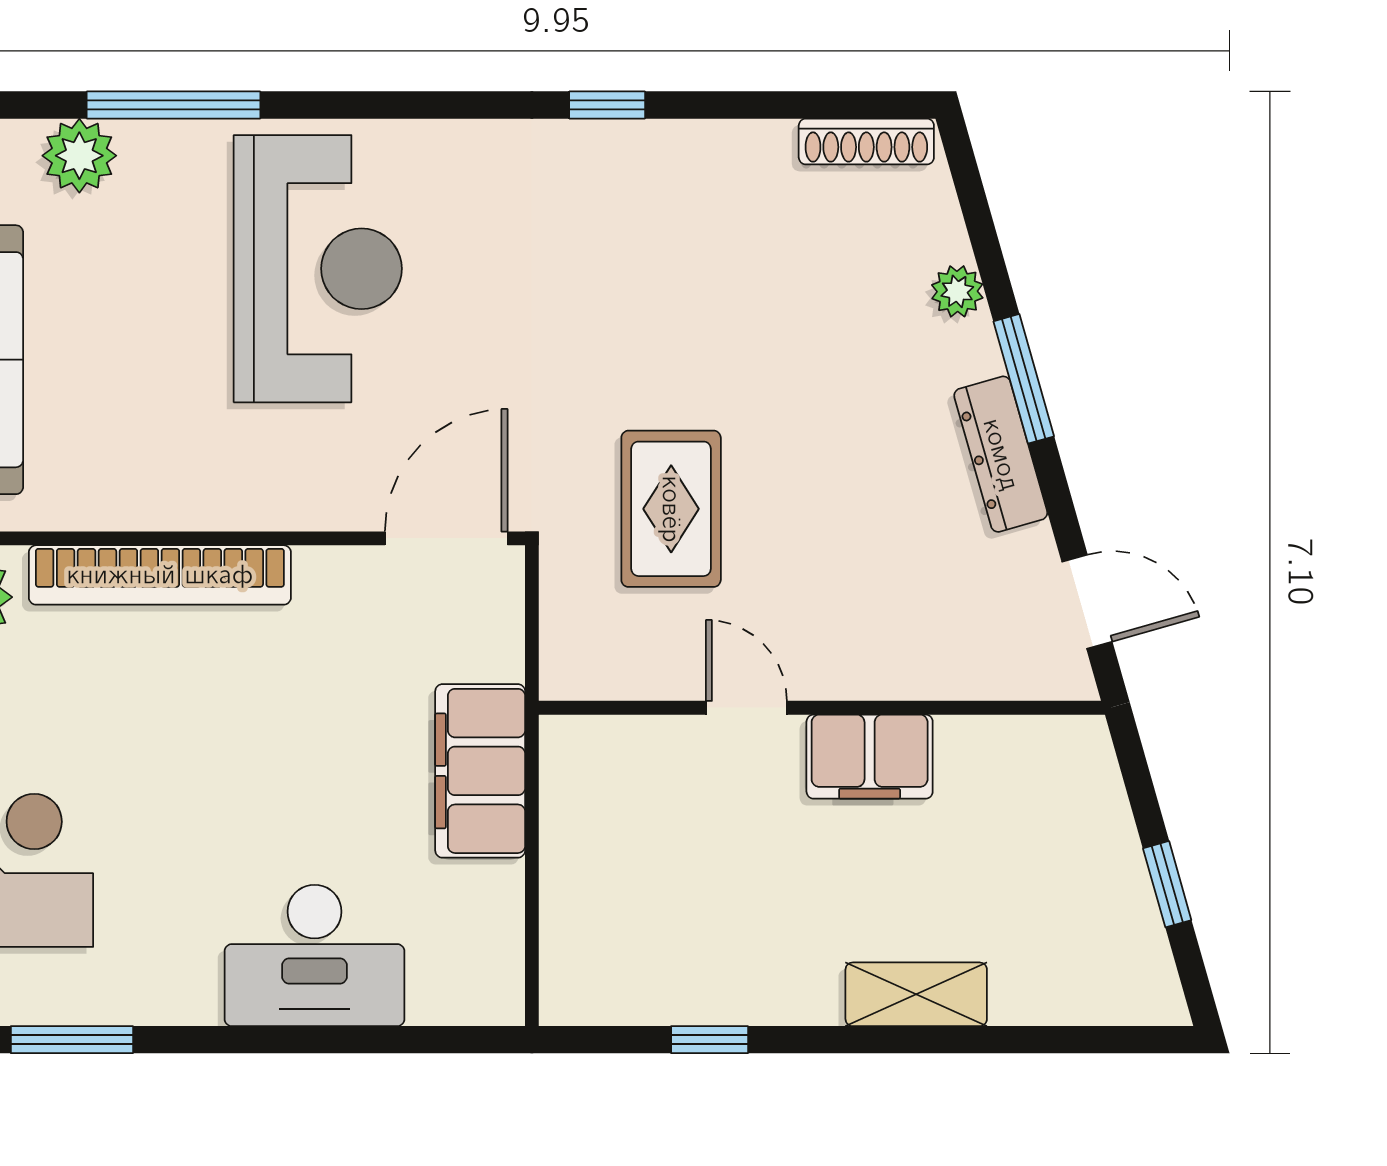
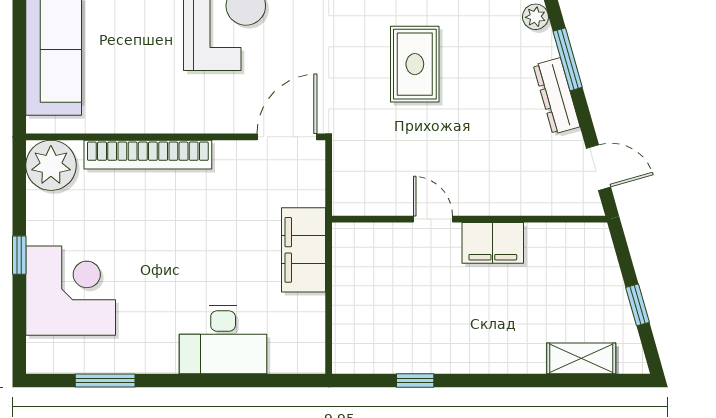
rug: (671, 509) -> (415, 64), moved
shelving: (916, 994) -> (581, 358), moved

